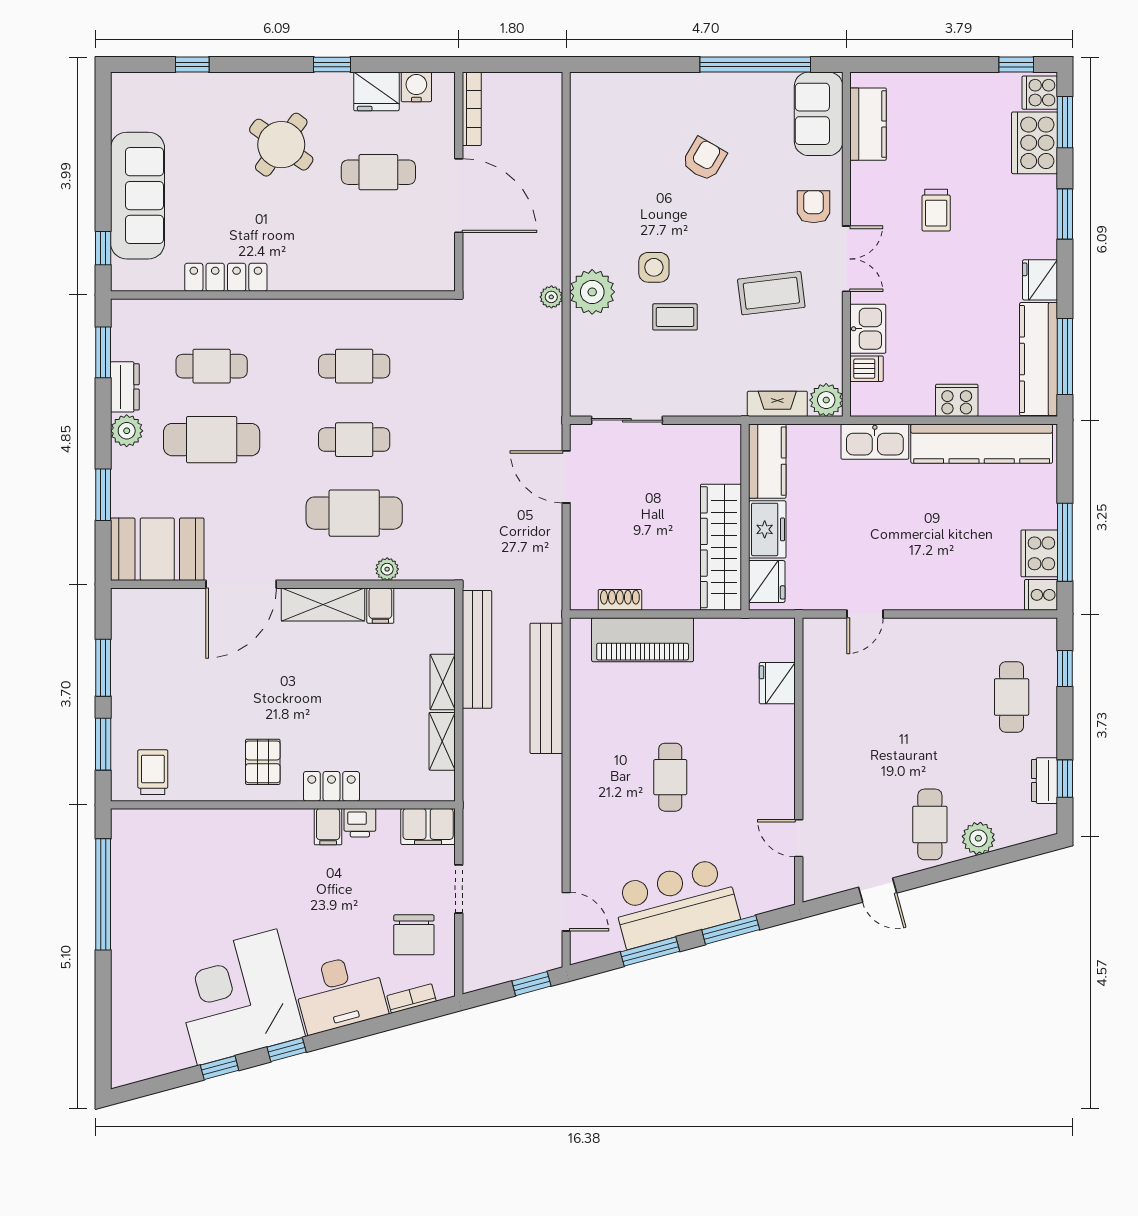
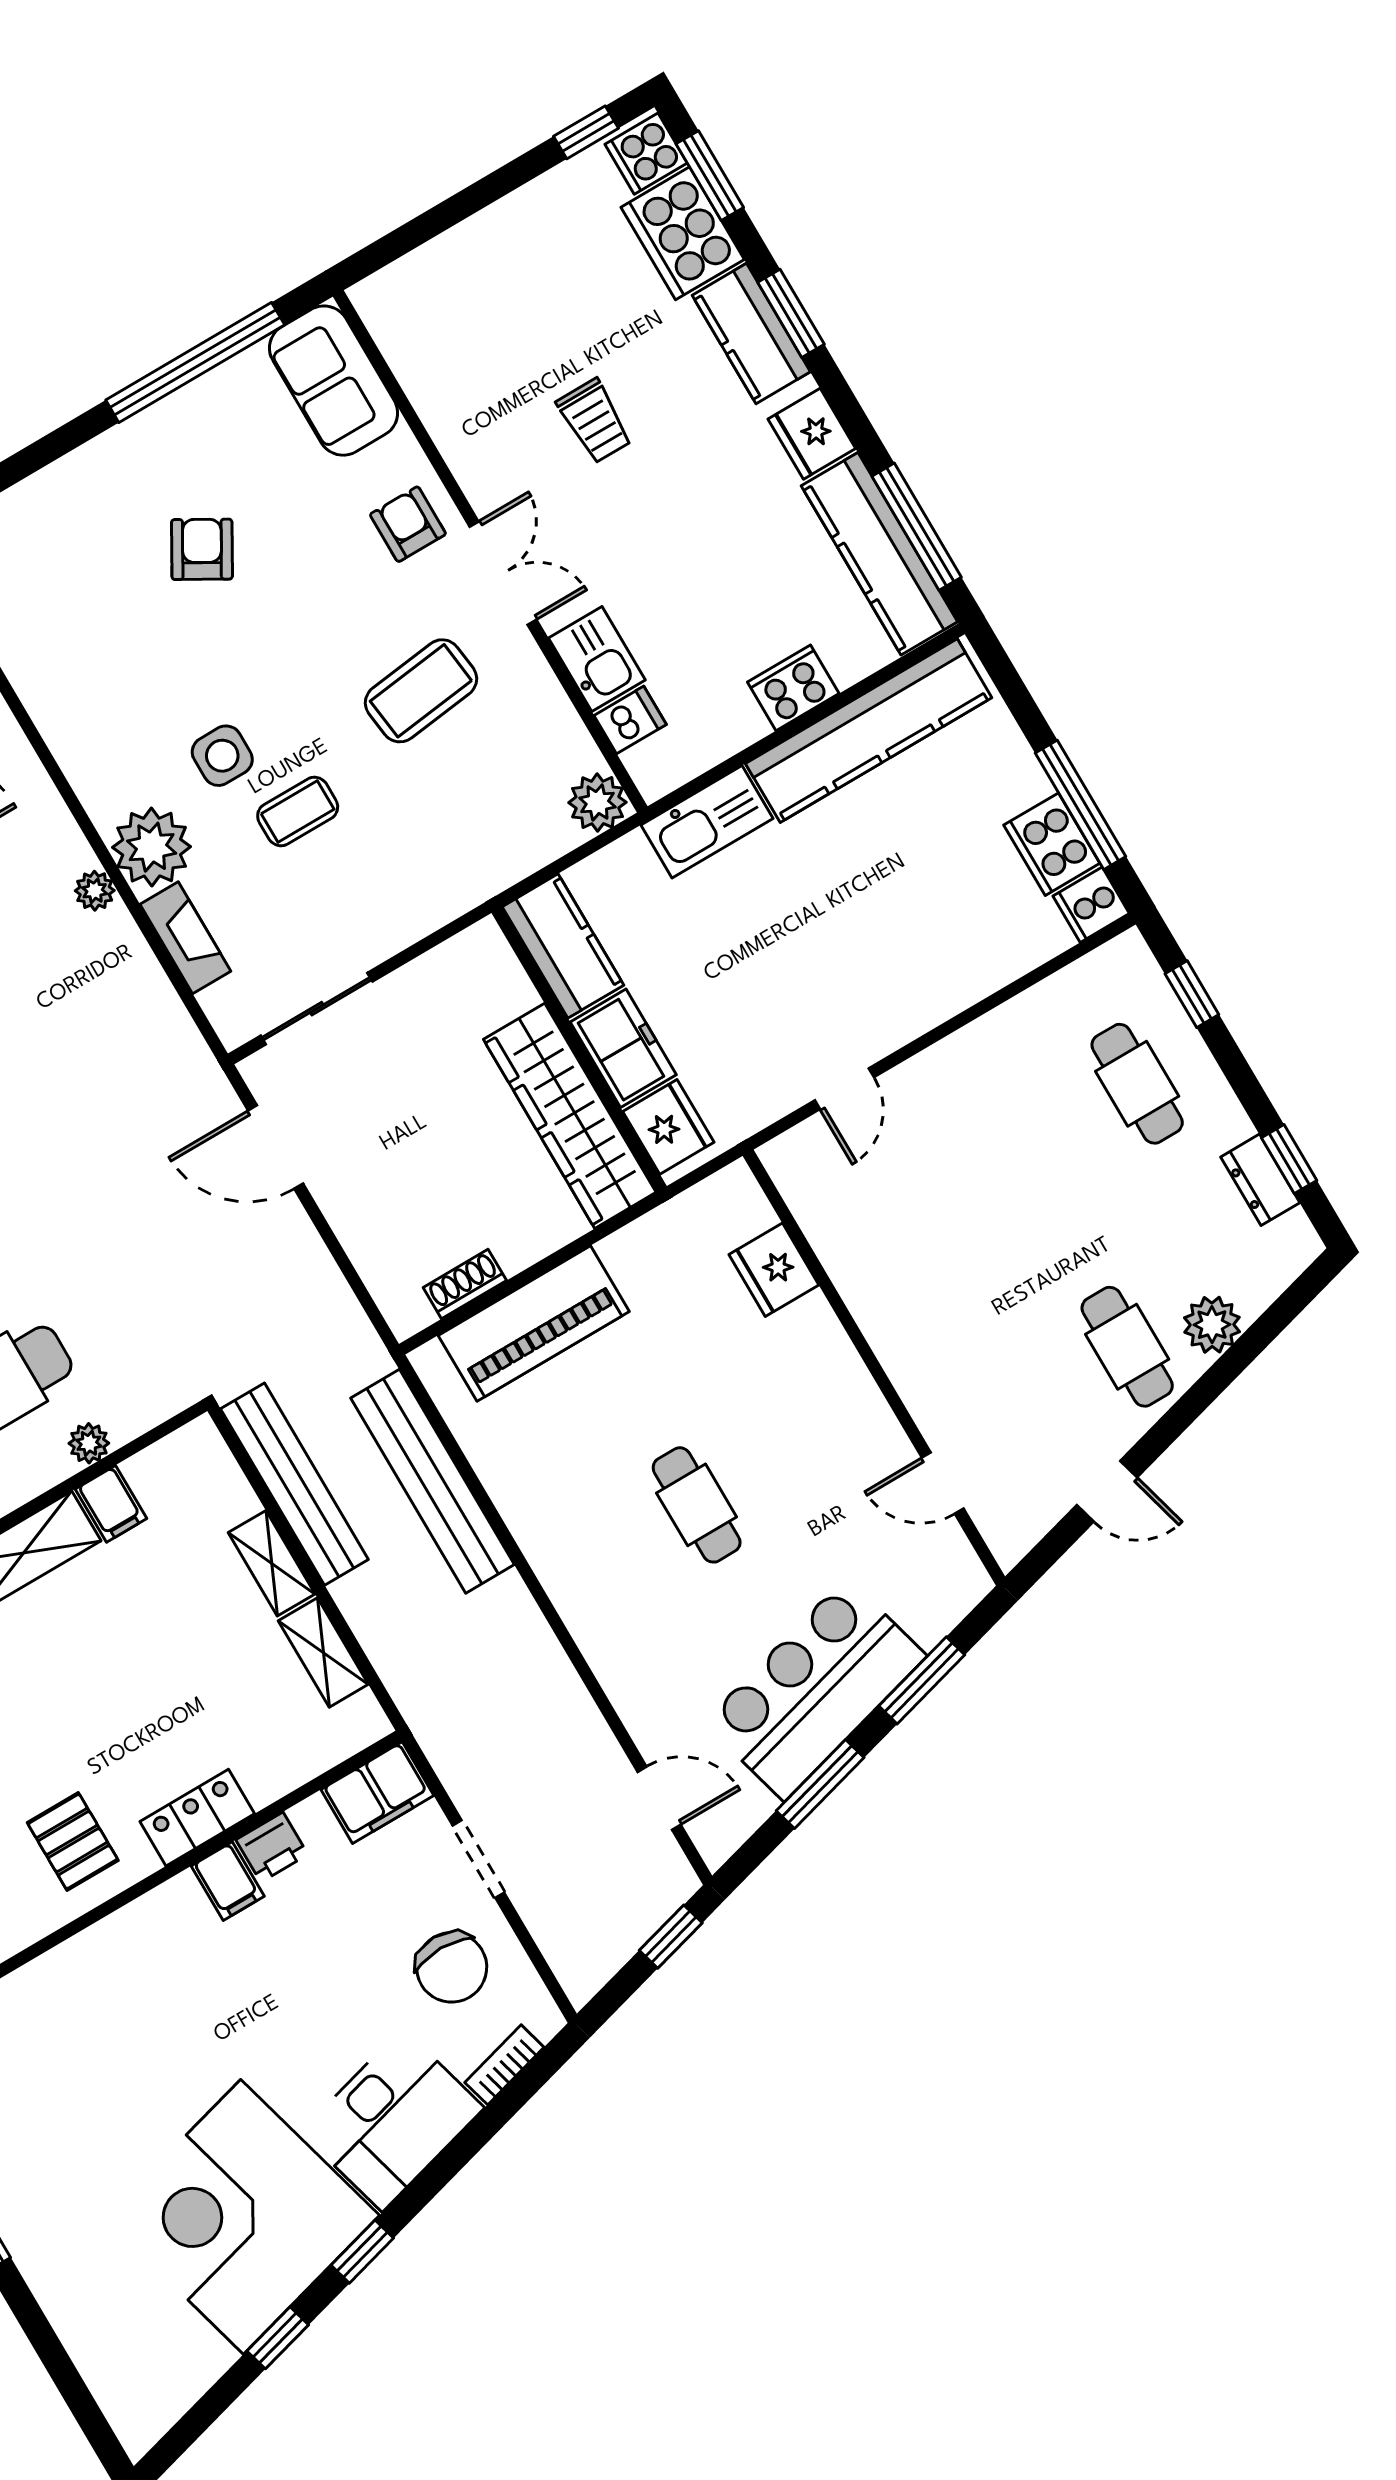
kitchen counter: (868, 124) -> (751, 333), moved, turned 180
fireplace: (777, 404) -> (185, 938), moved, turned 90

